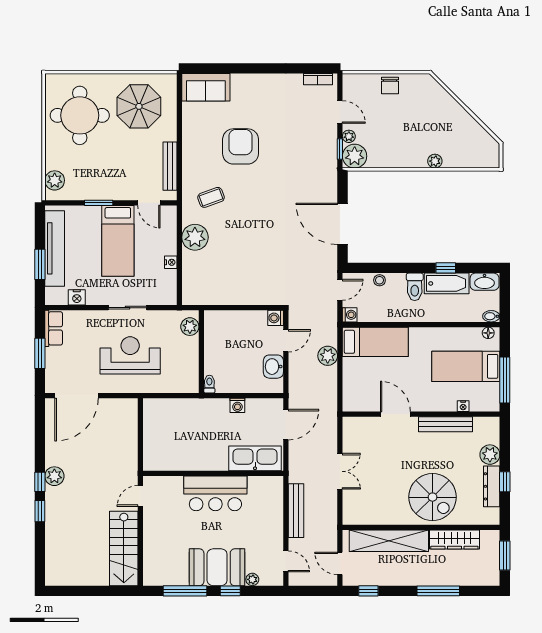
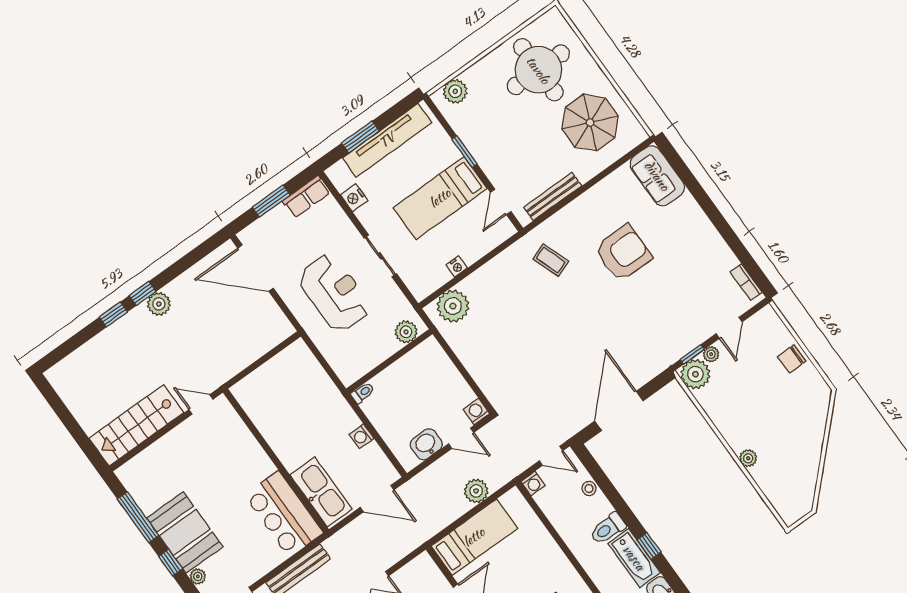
plant: (195, 237) -> (453, 306), moved
bed: (375, 342) -> (474, 537), moved, turned -90
bar counter: (215, 493) -> (284, 514), moved

